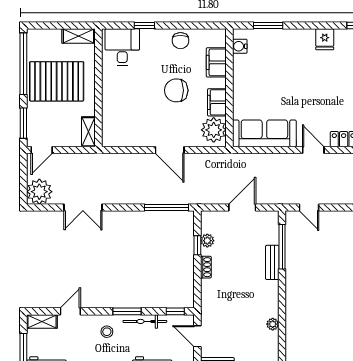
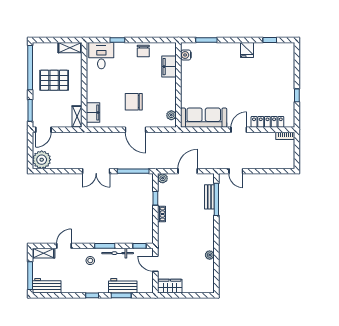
pallet: (57, 81) -> (54, 80), width x0.73, depth x0.71
chair: (176, 90) -> (134, 102), moved
filing cabinet: (217, 102) -> (93, 112), moved, turned 180
plant: (214, 130) -> (171, 115), width x0.53, depth x0.53
door: (313, 150) -> (239, 130), hinge flipped
double door: (83, 208) -> (96, 171), moved
plant: (207, 241) -> (163, 178), moved
bench: (272, 262) -> (209, 197), moved

